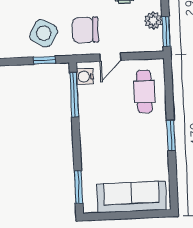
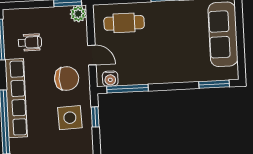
plant: (153, 21) -> (78, 14), moved
chair: (85, 30) -> (67, 79), turned -90
side table: (44, 33) -> (70, 118), turned -32

